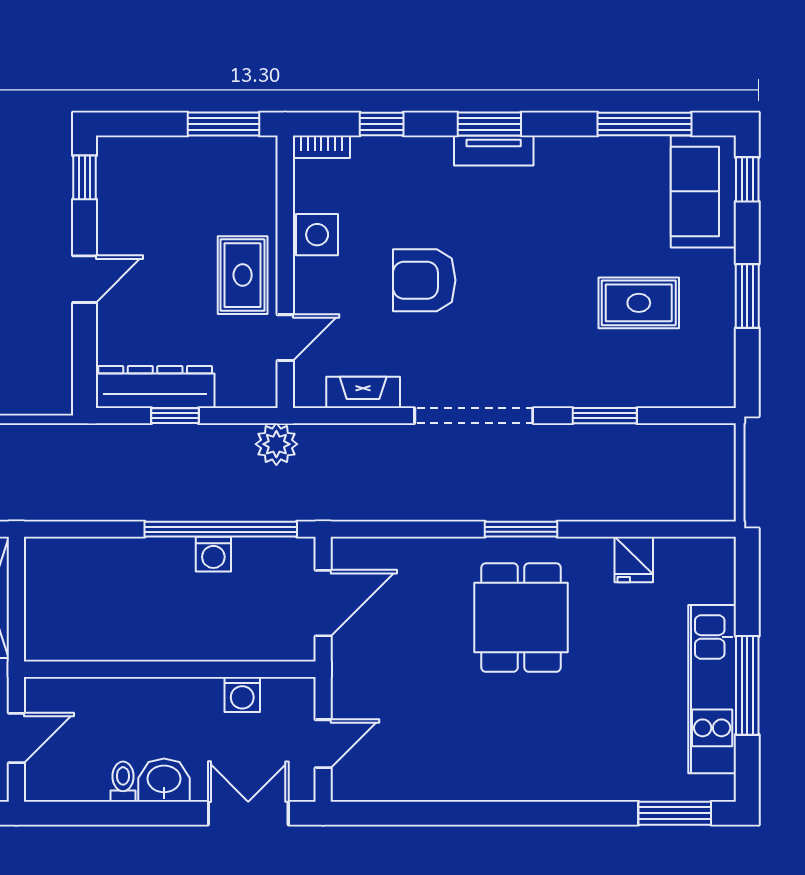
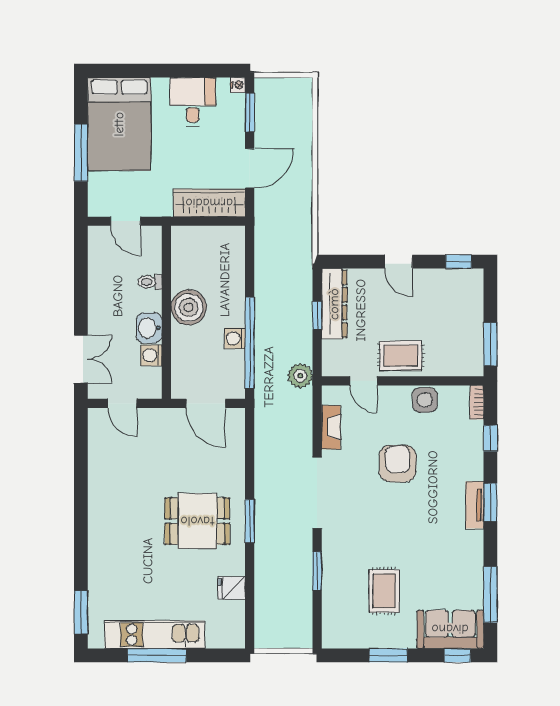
boiler: (161, 632) -> (189, 307), added
washbasin: (164, 780) -> (149, 328), moved, turned 180
toilet: (123, 782) -> (150, 282), moved, turned 180

